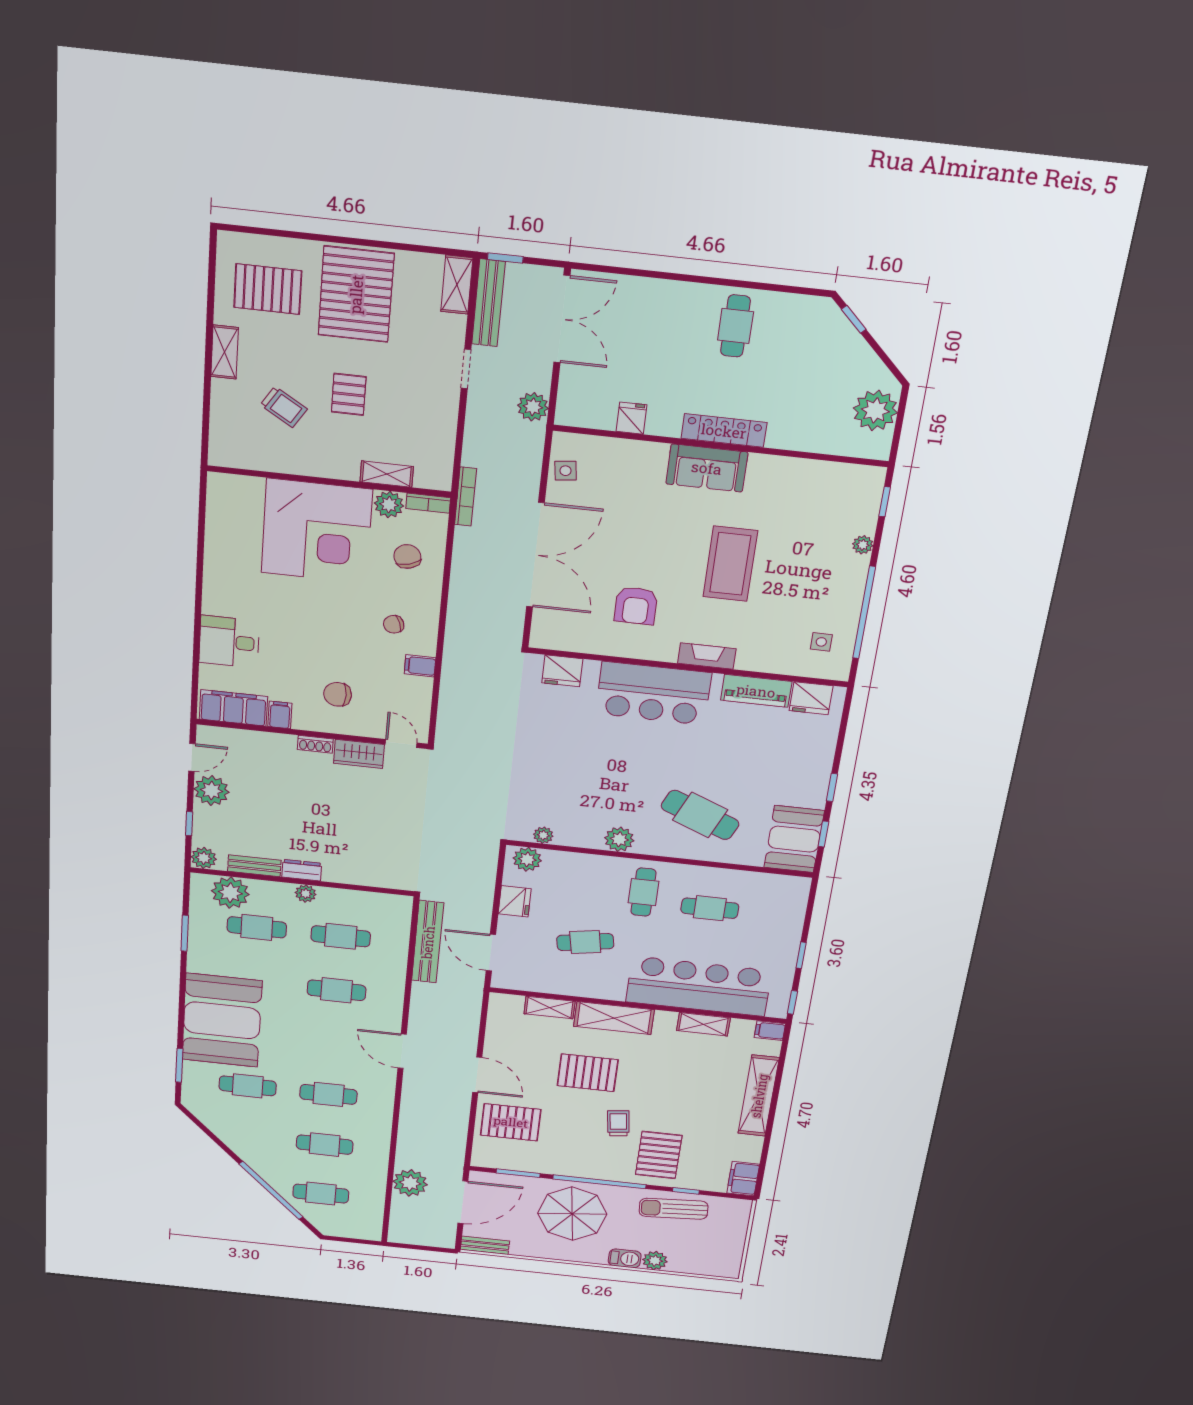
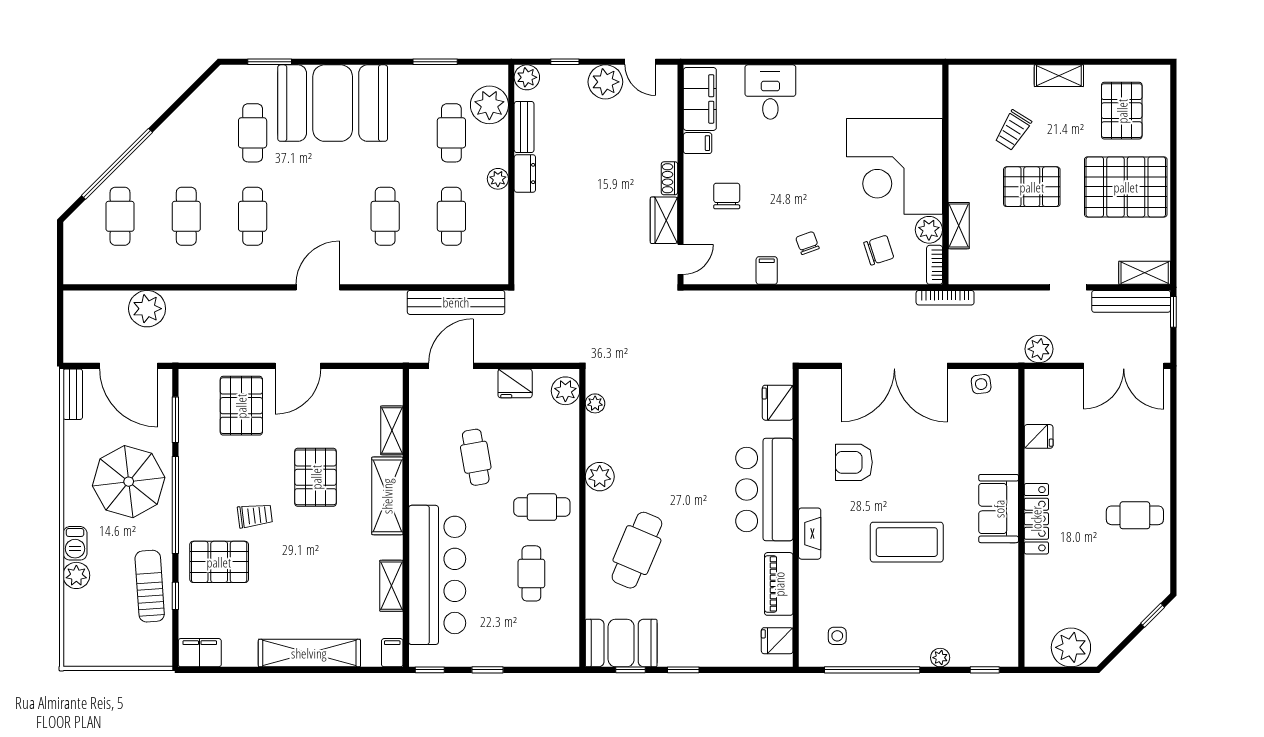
pallet: (349, 394) -> (1032, 187), width x1.50, depth x1.42
fridge: (811, 698) -> (777, 641), width x0.72

